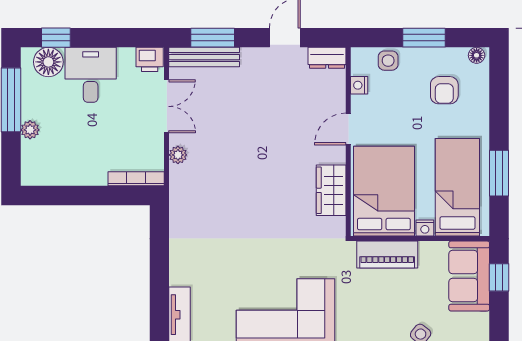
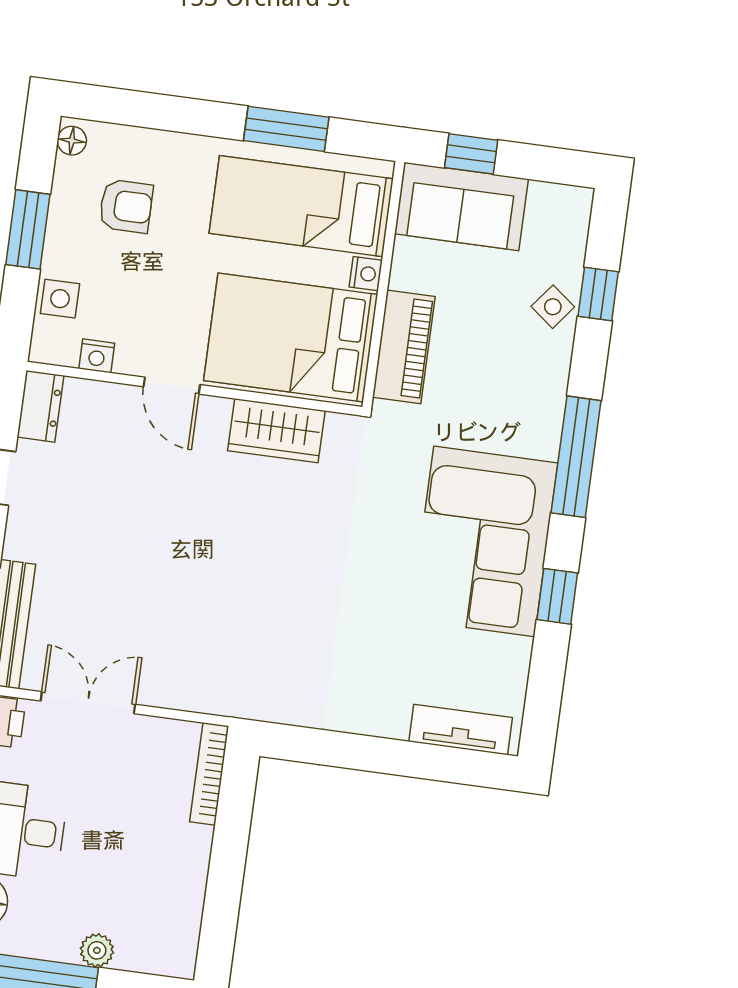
plant: (178, 155) -> (177, 694), removed

